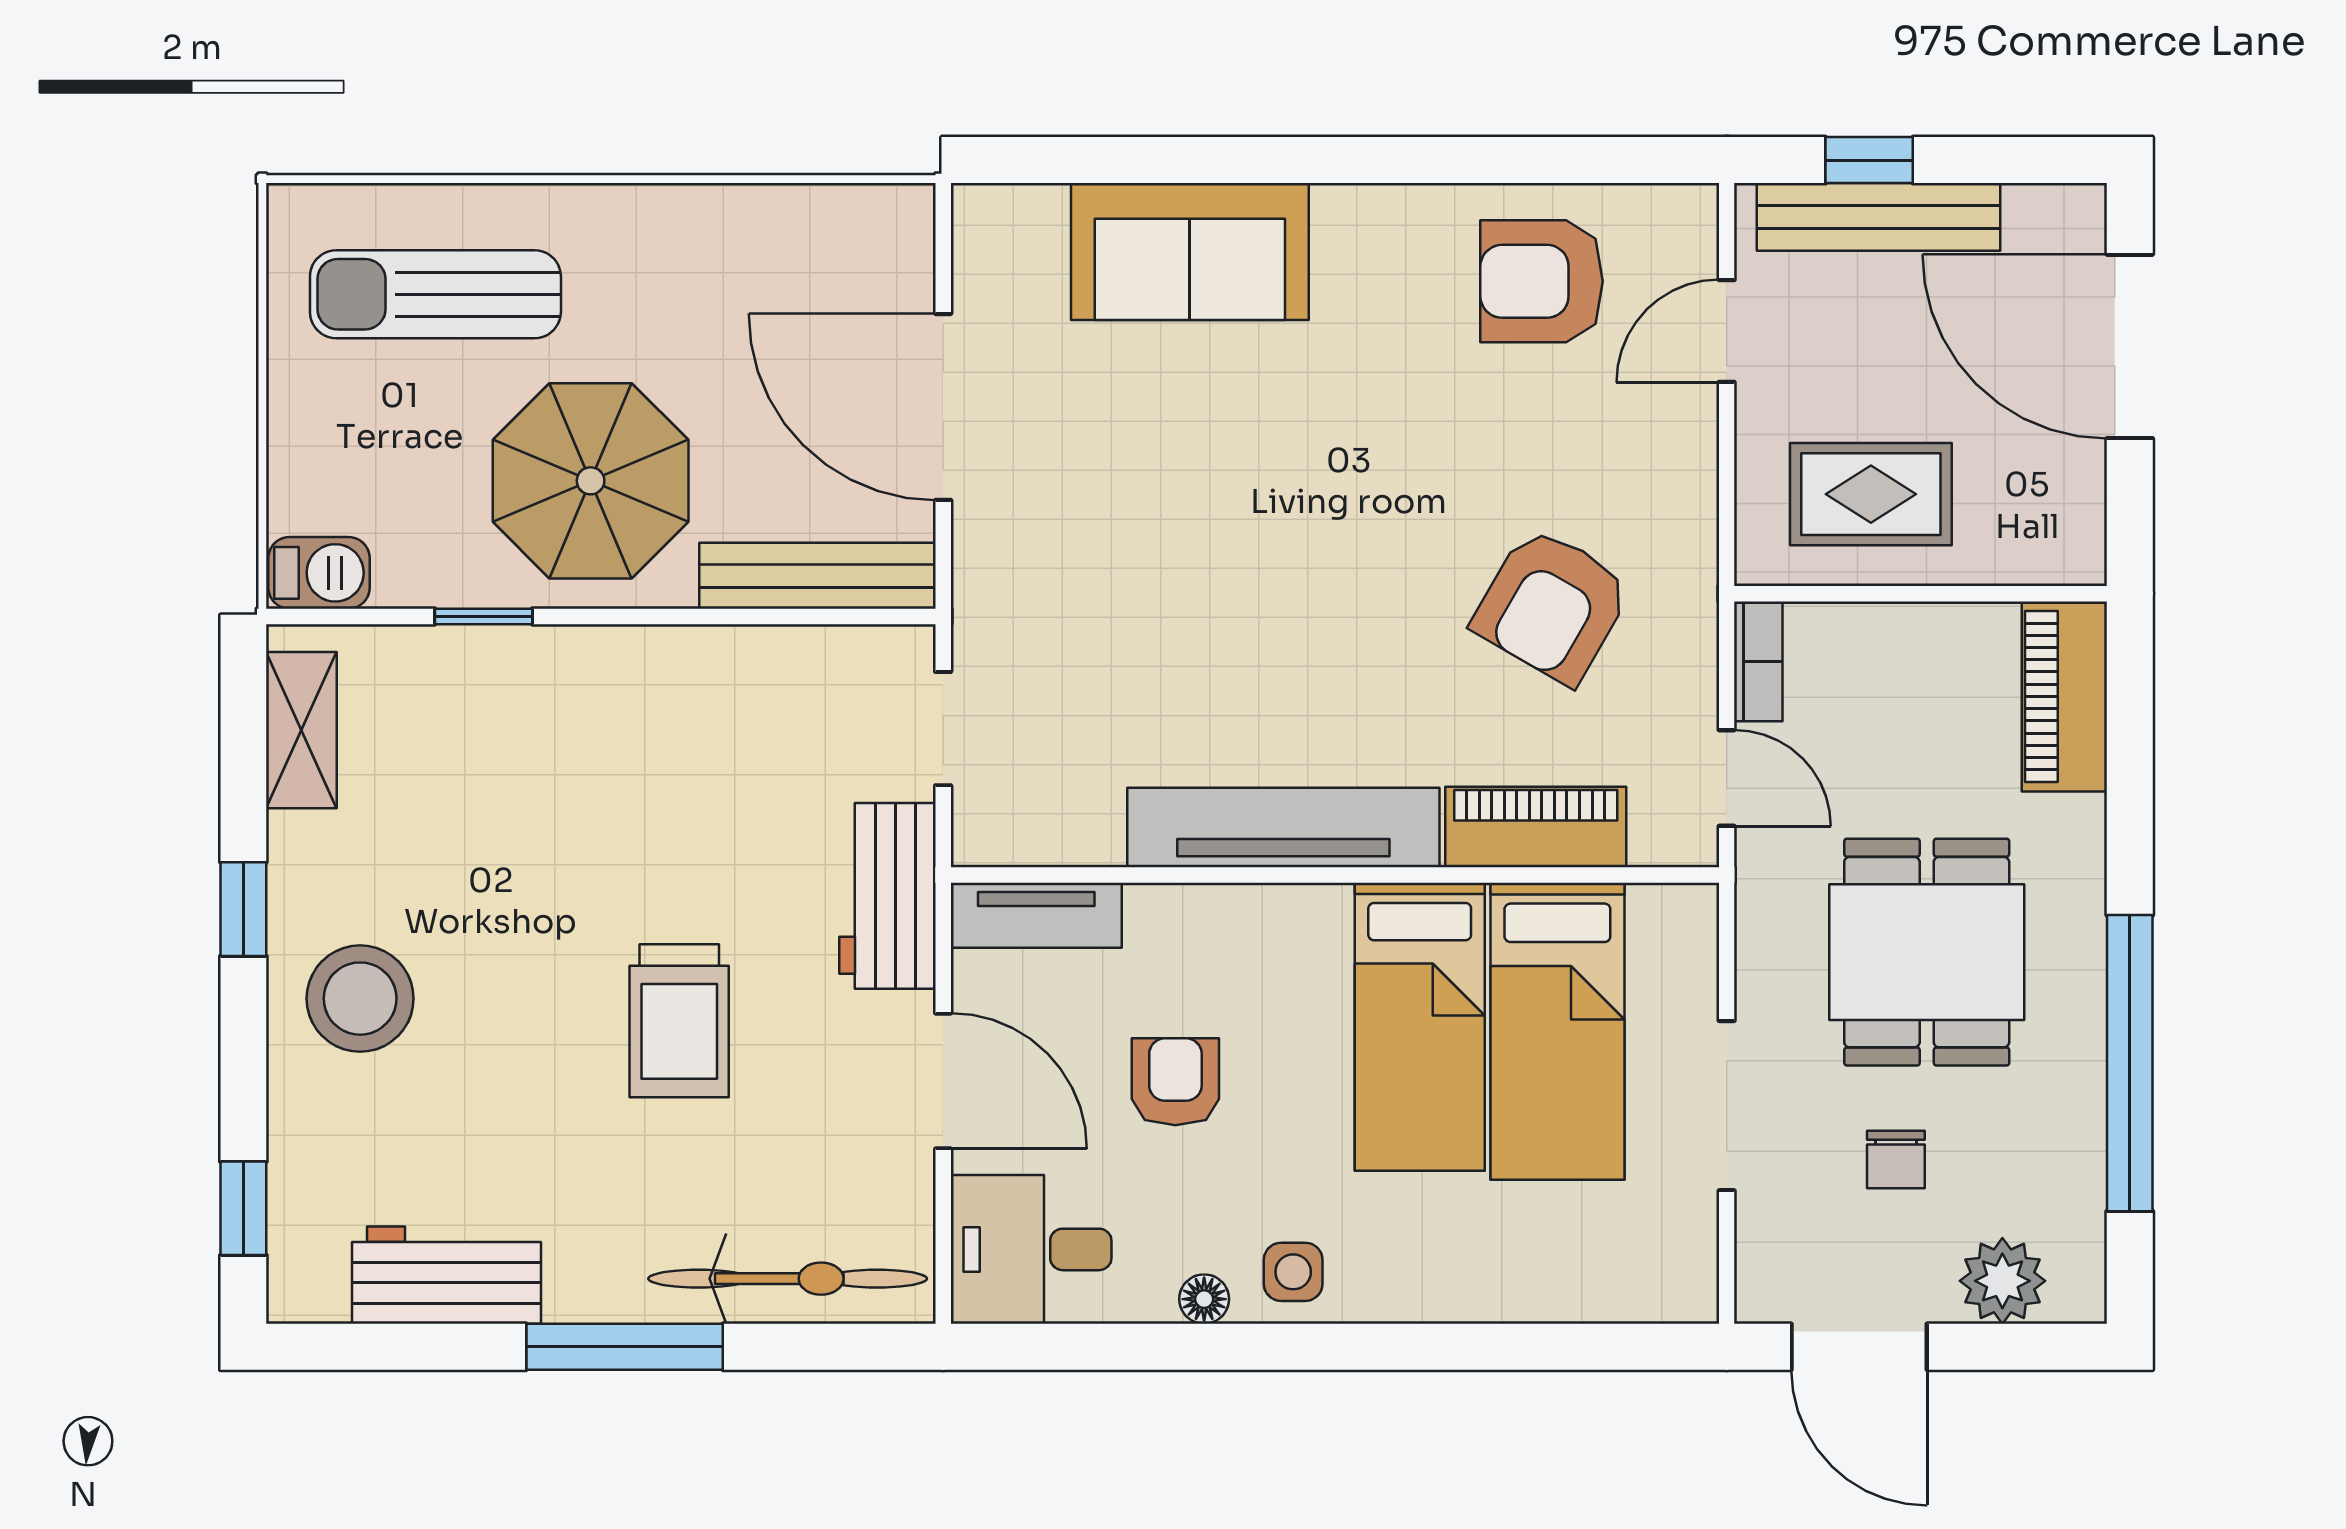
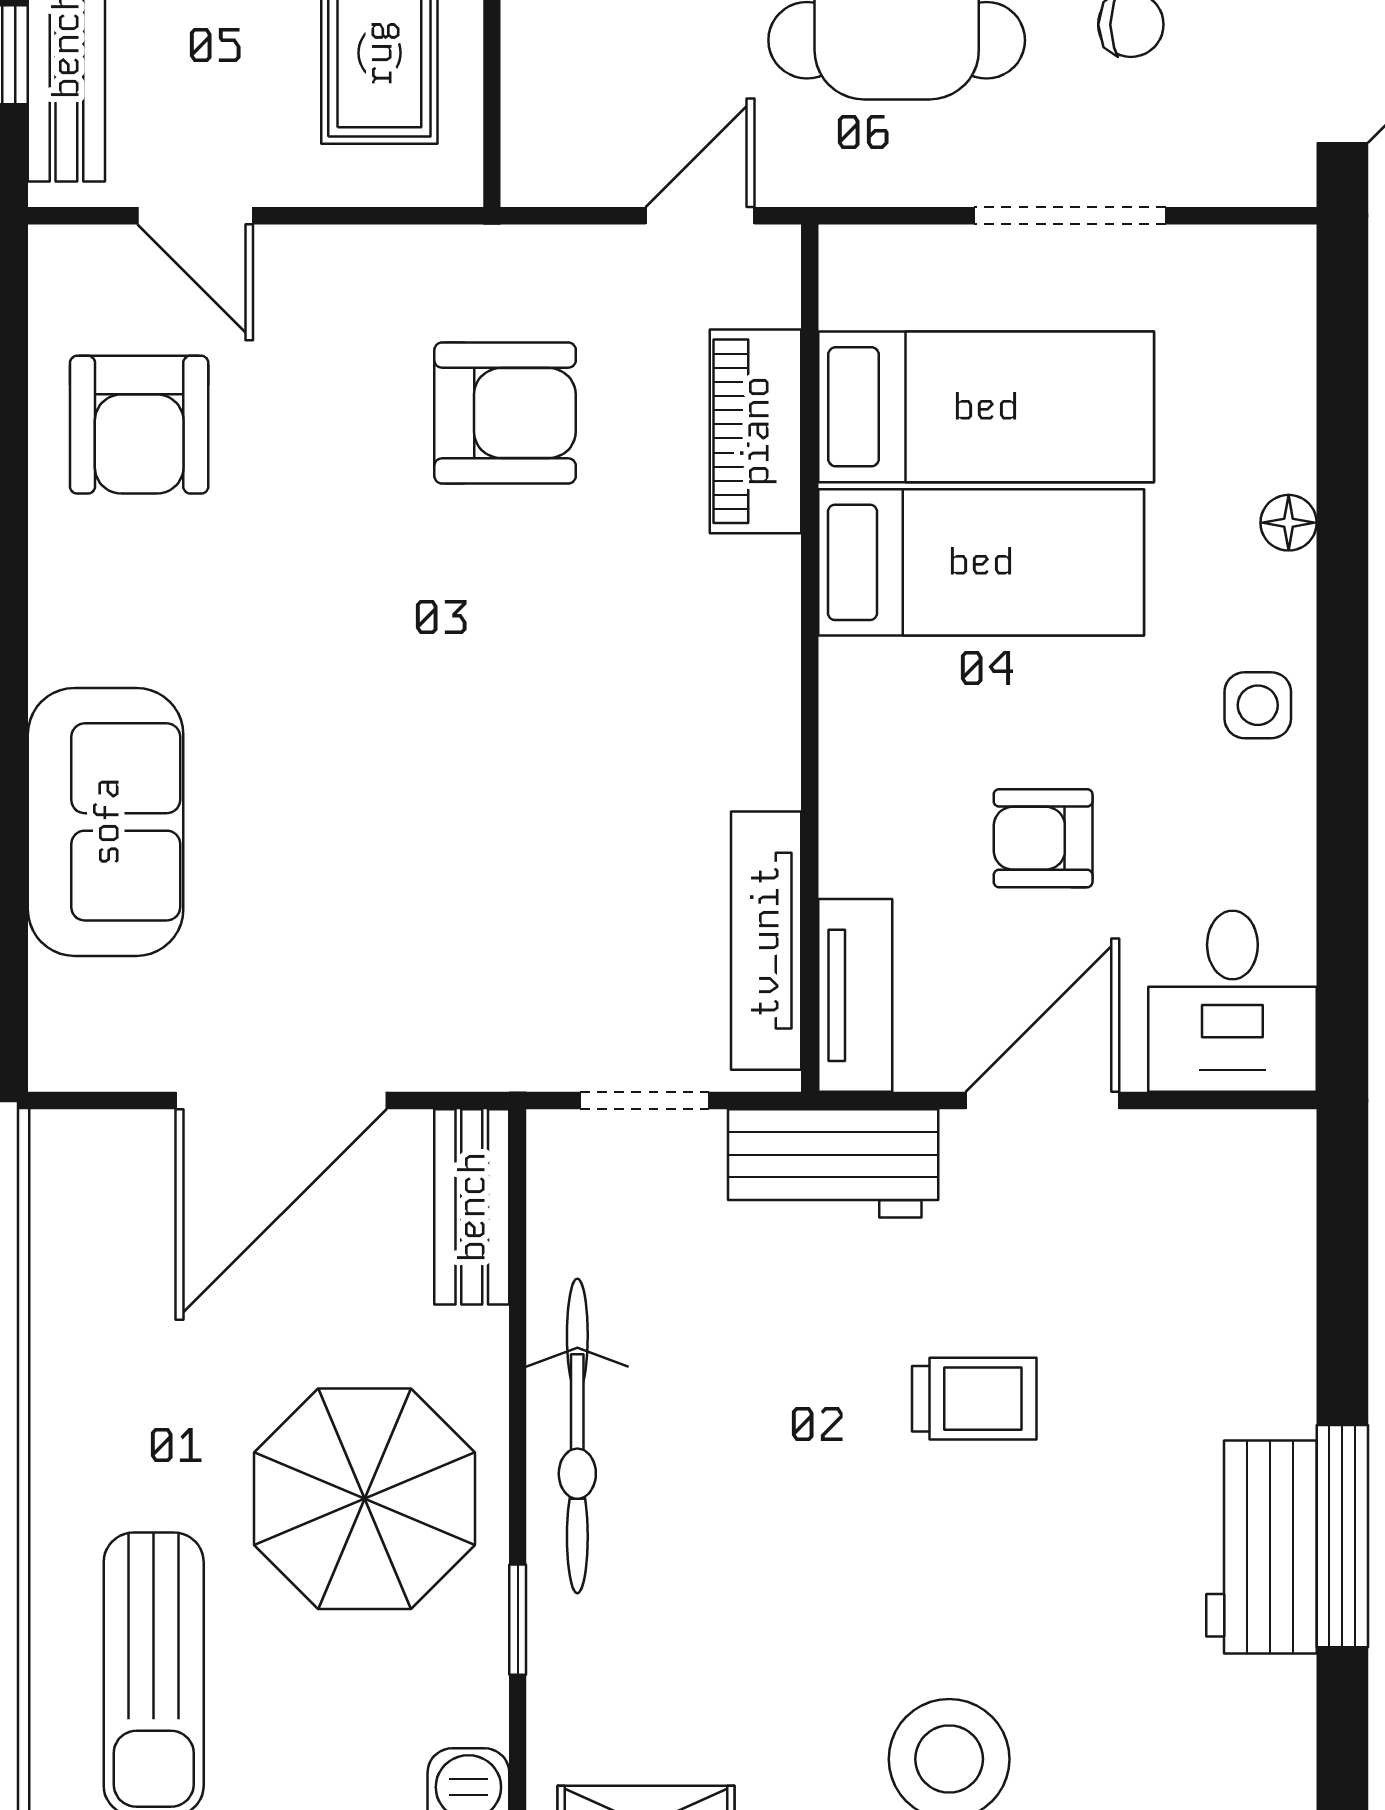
bench: (817, 576) -> (472, 1207), width x0.73
armchair: (1552, 605) -> (505, 413), turned -30
bookcase: (1758, 661) -> (568, 180), removed
tv unit: (1283, 828) -> (766, 941), moved, width x0.73, depth x0.78
trolley: (679, 1021) -> (974, 1399), width x0.73, depth x0.72
workbench: (446, 1275) -> (1261, 1547), moved
bicycle: (788, 1279) -> (577, 1436), moved, turned 180
floor lamp: (1204, 1299) -> (1289, 523), moved
window: (625, 1347) -> (1342, 1536), moved

